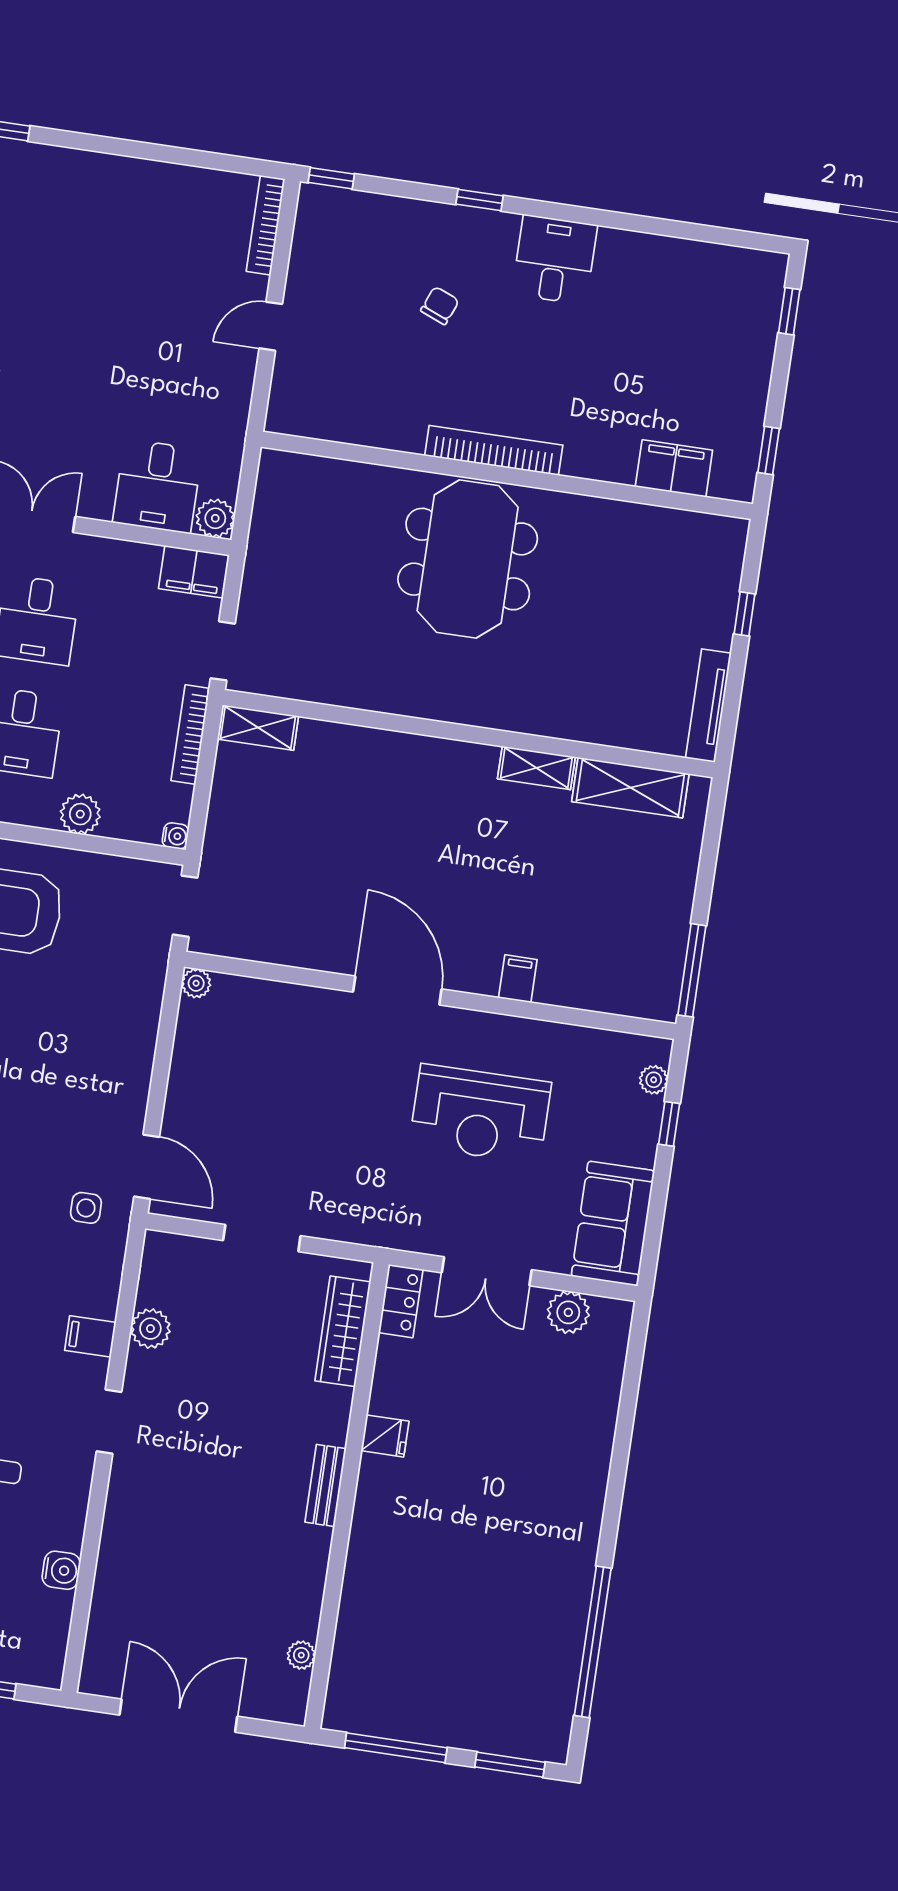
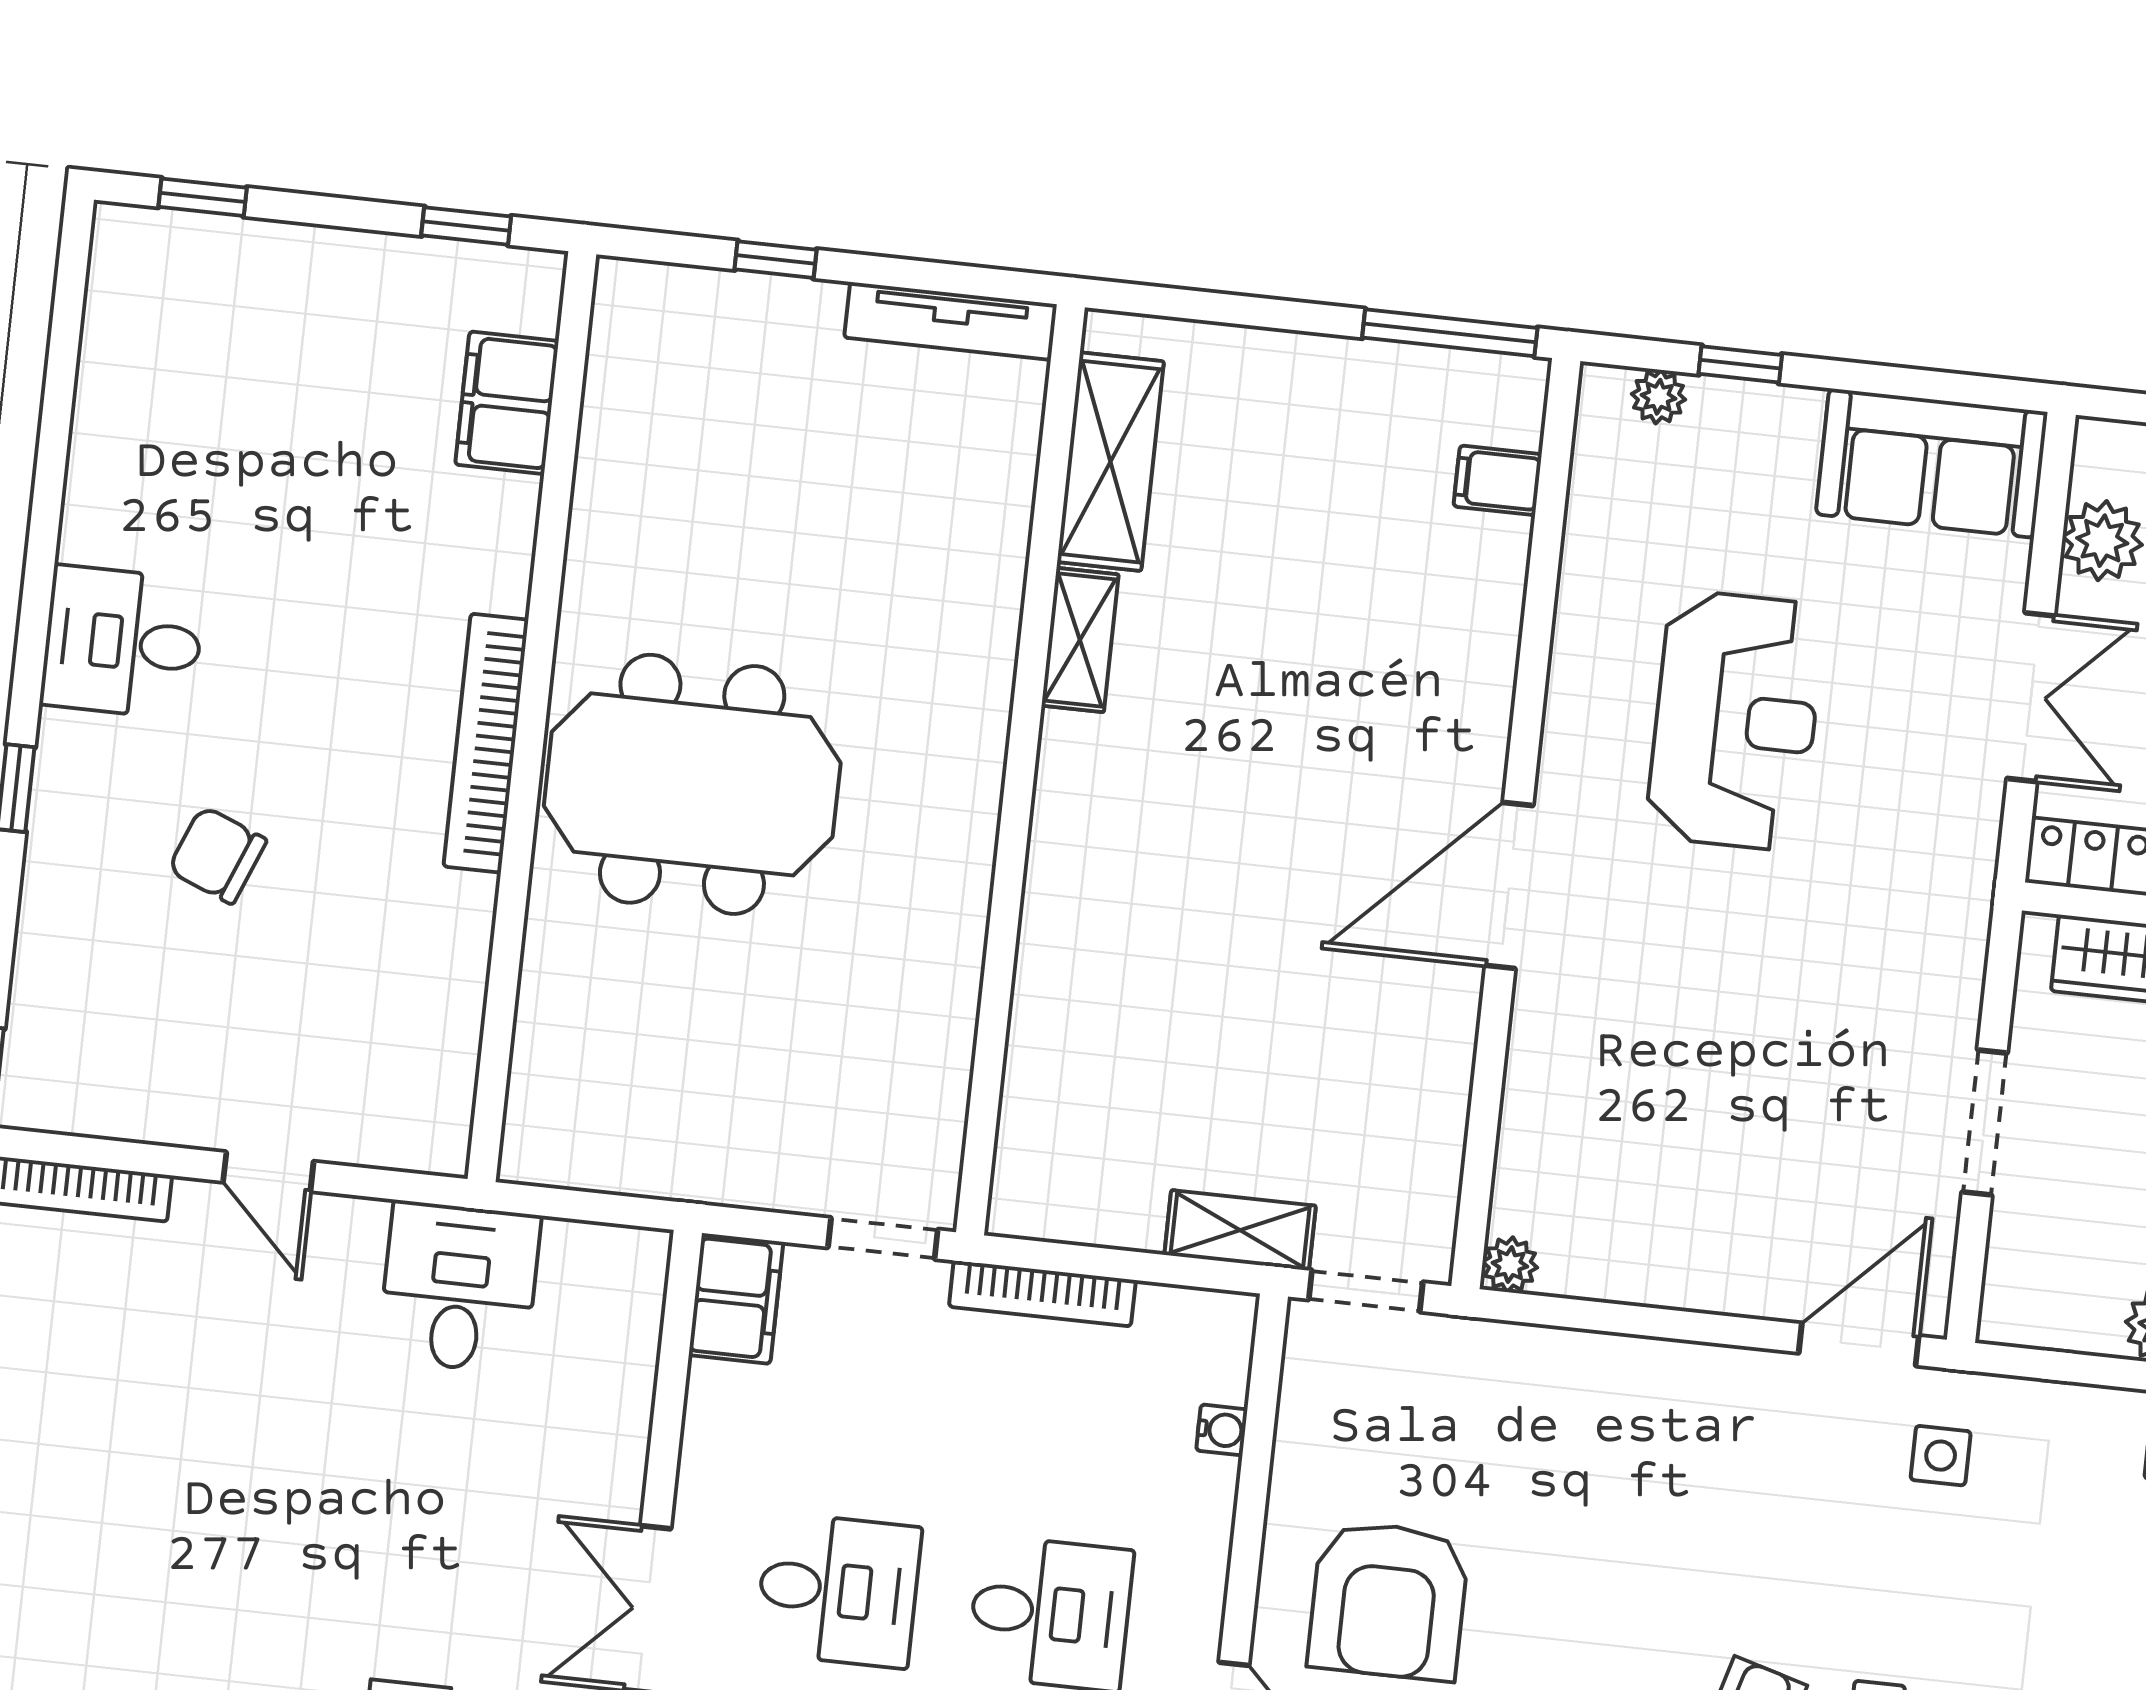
chair: (440, 306) -> (217, 855), width x1.37, depth x1.37
desk: (157, 486) -> (459, 1287), moved, turned -90
plant: (215, 518) -> (634, 1262), removed
shelving: (258, 727) -> (1240, 1230), moved, turned 90
plant: (80, 814) -> (1200, 1495), removed
water cooler: (175, 836) -> (1222, 1430), moved, turned 90
filing cabinet: (518, 979) -> (1498, 480), moved

